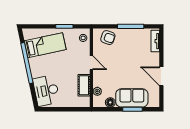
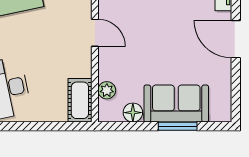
door: (161, 76) -> (236, 39), moved
cot: (84, 85) -> (80, 100), moved

